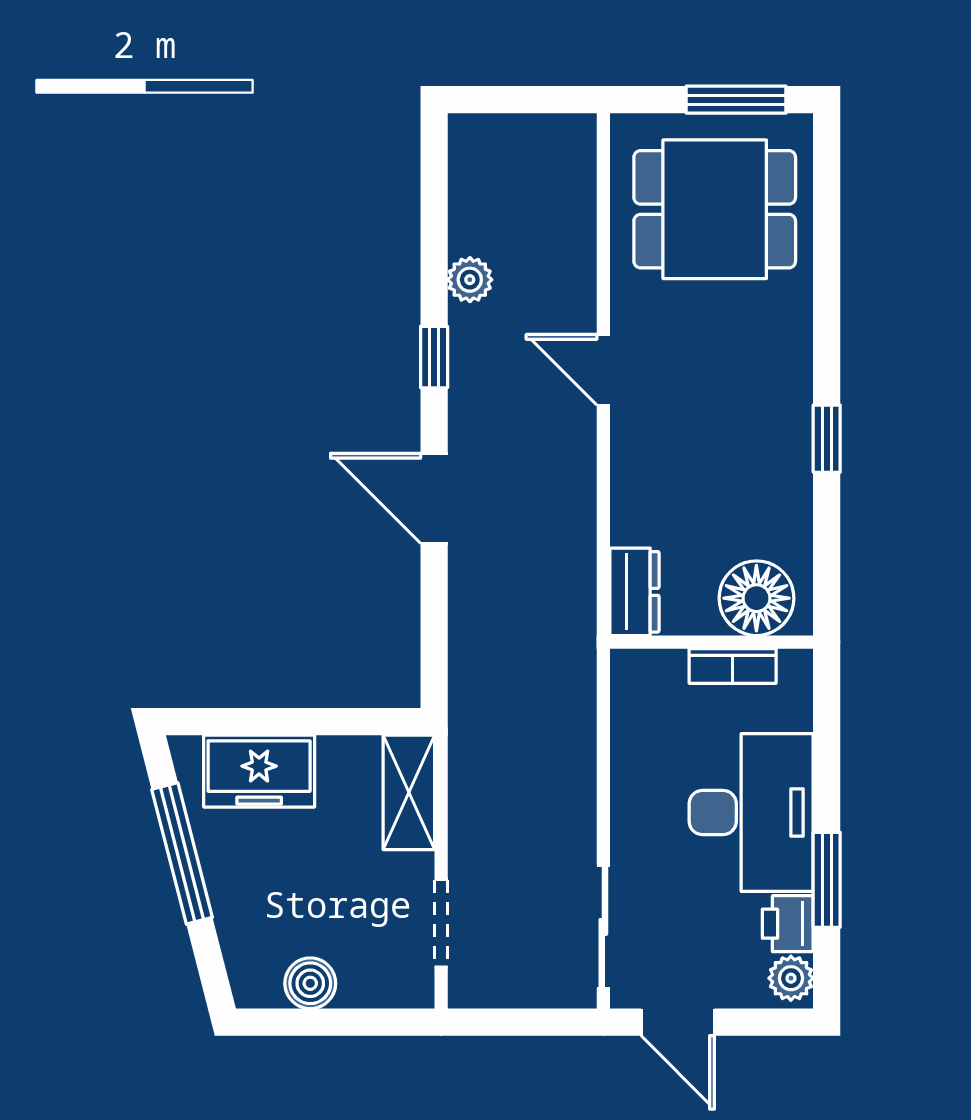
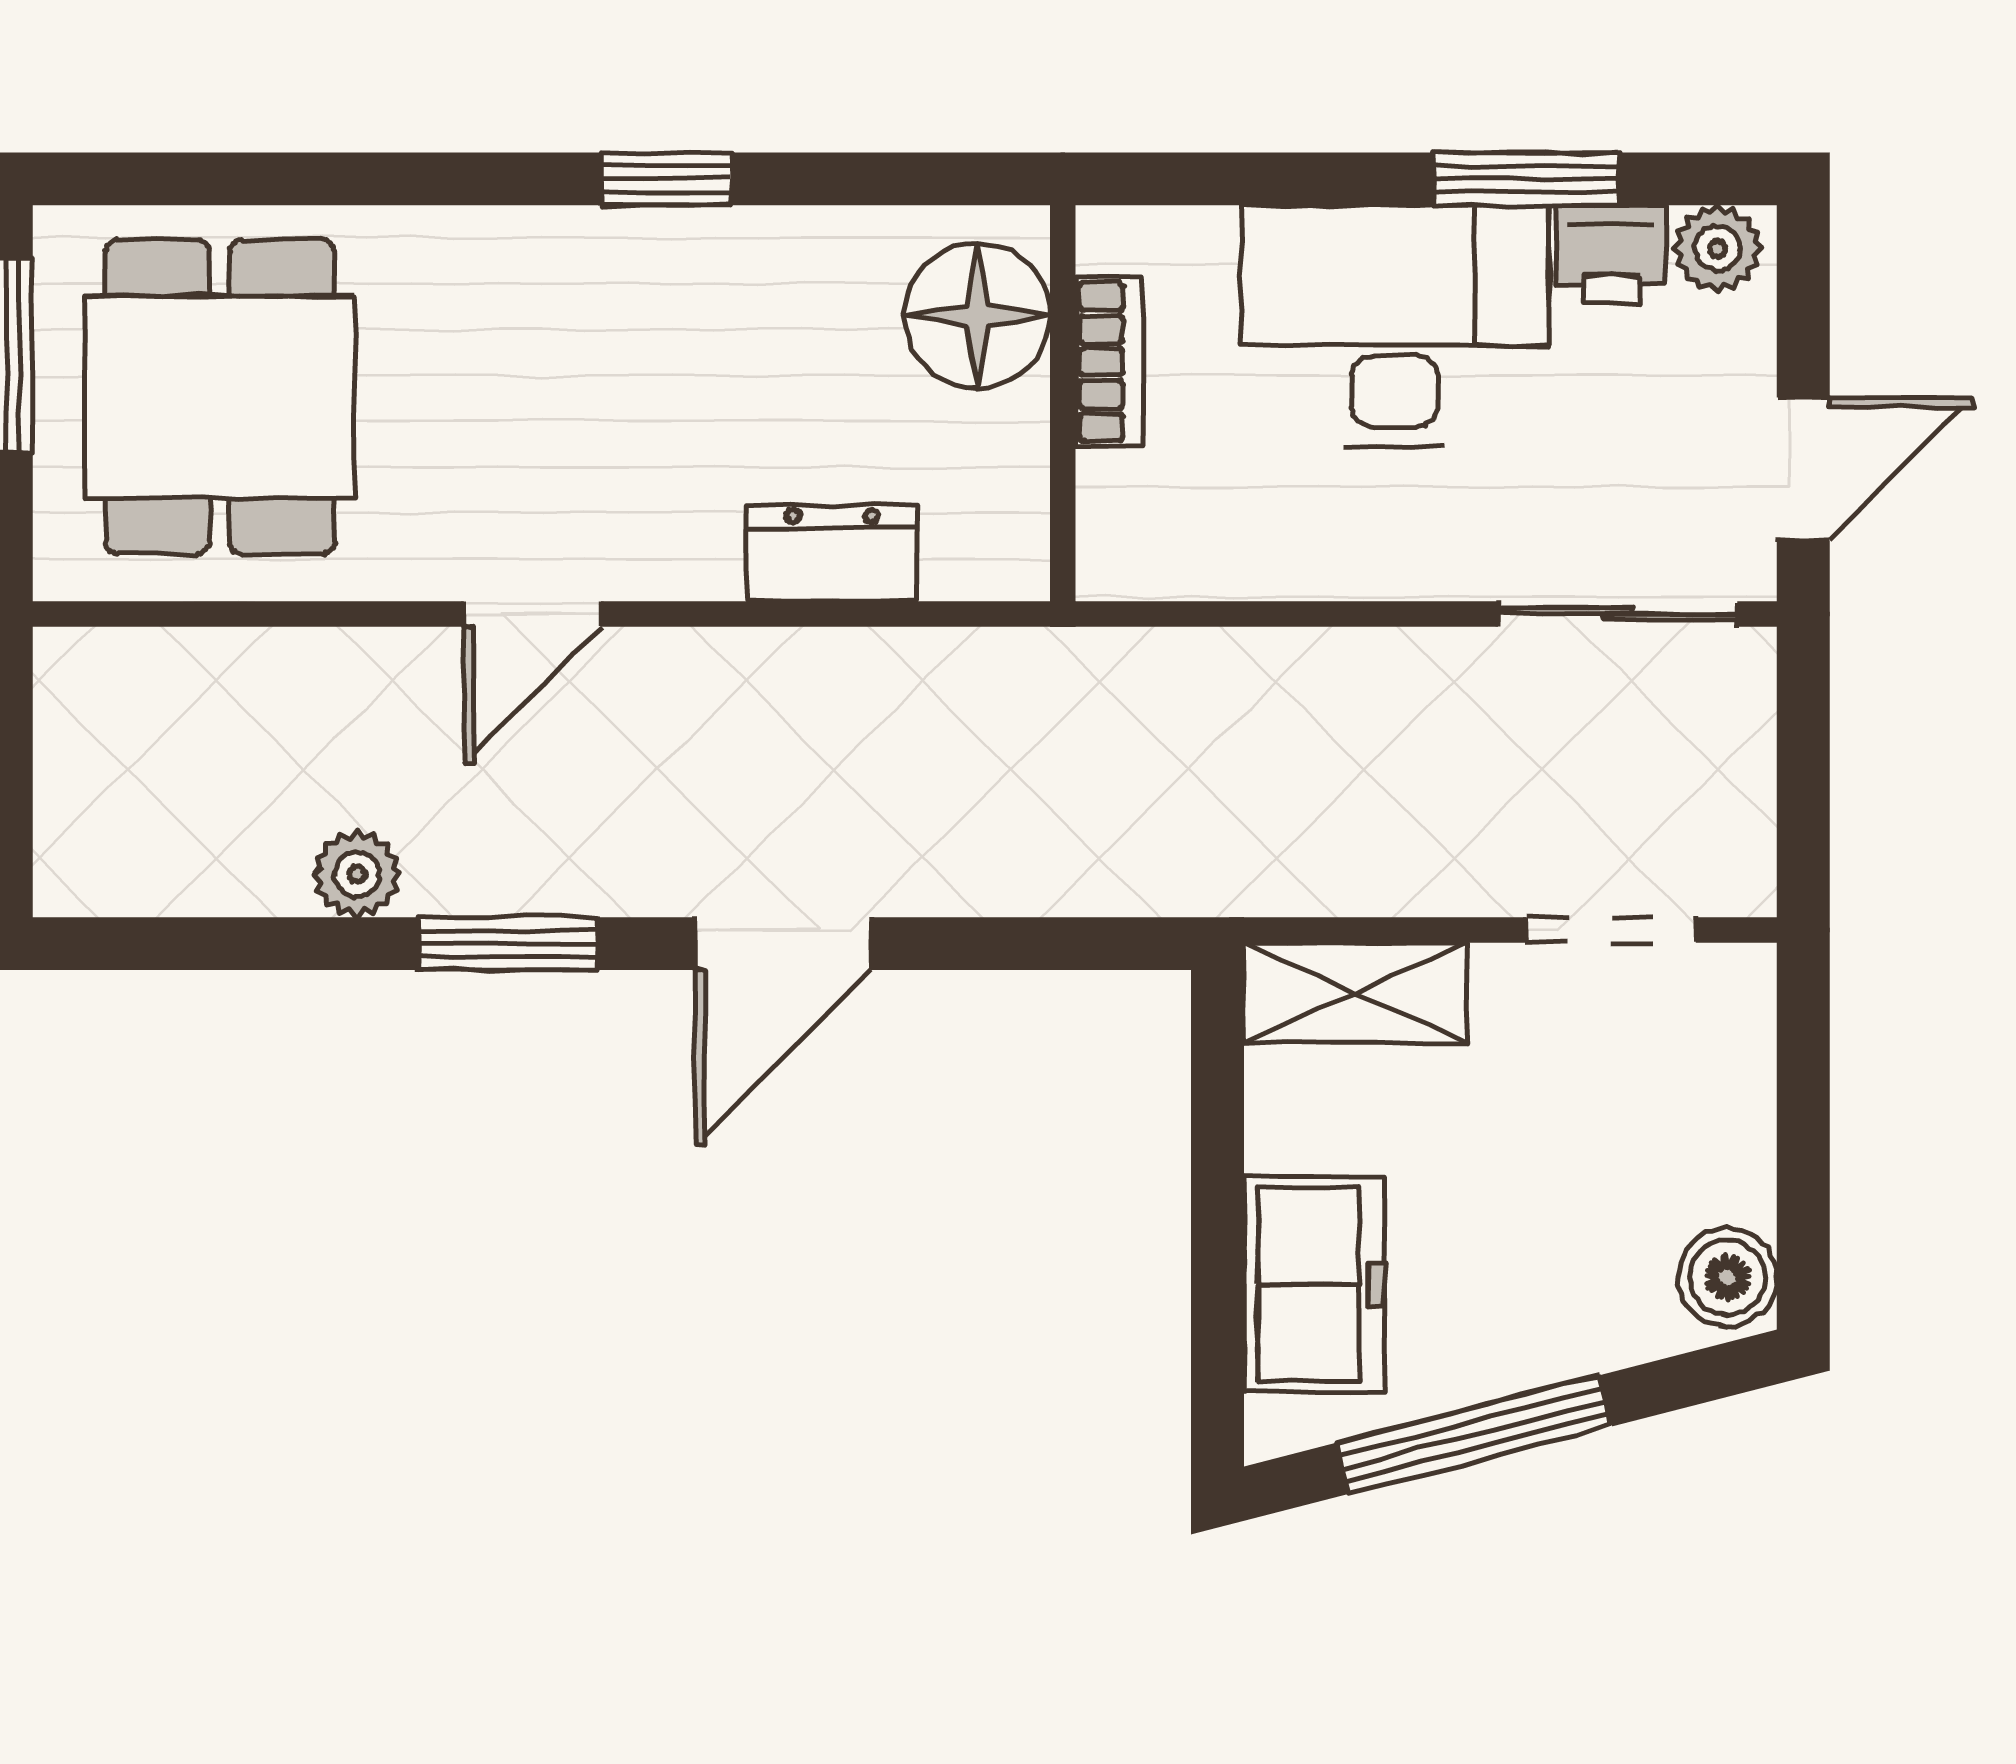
window: (434, 357) -> (508, 944), width x1.50
dresser: (634, 592) -> (832, 553), moved
boiler: (310, 983) -> (1727, 1277), moved

